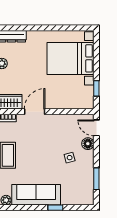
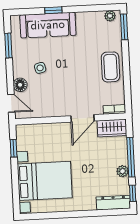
sofa: (36, 195) -> (48, 25), moved

